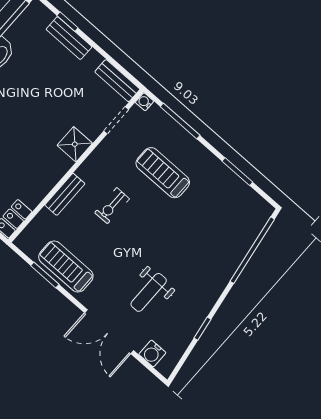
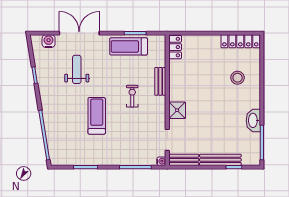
bench: (69, 38) -> (220, 160), width x1.36
treadmill: (163, 173) -> (97, 116), moved, turned -90
treadmill: (66, 266) -> (129, 46), turned 180

